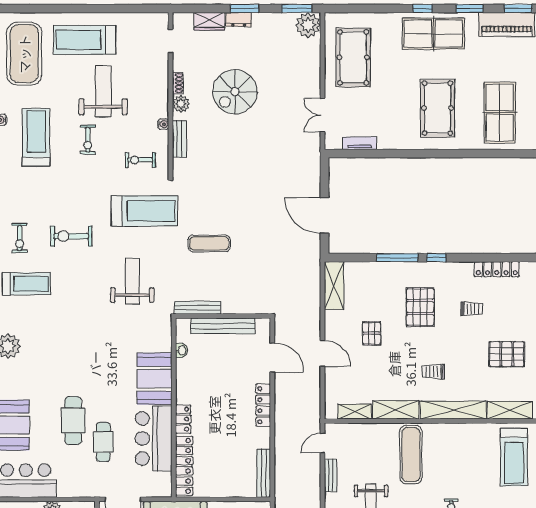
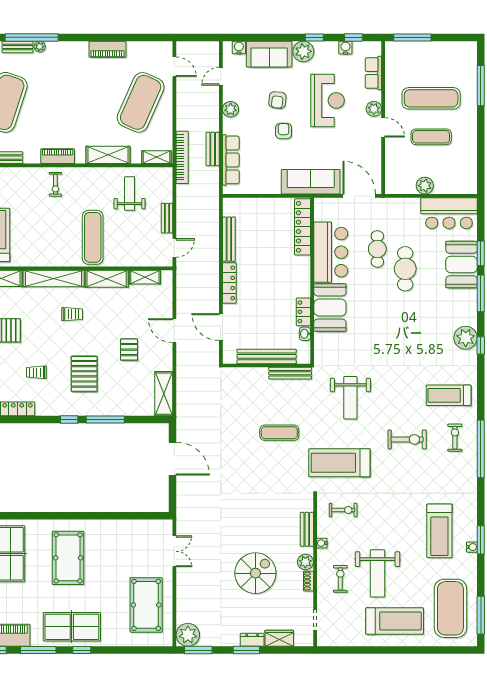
window: (470, 9) -> (38, 650), width x1.44
exercise bike: (88, 140) -> (340, 579), moved
tv unit: (360, 143) -> (140, 525), removed
locker: (183, 419) -> (303, 312), moved
bench: (264, 473) -> (229, 239), moved

